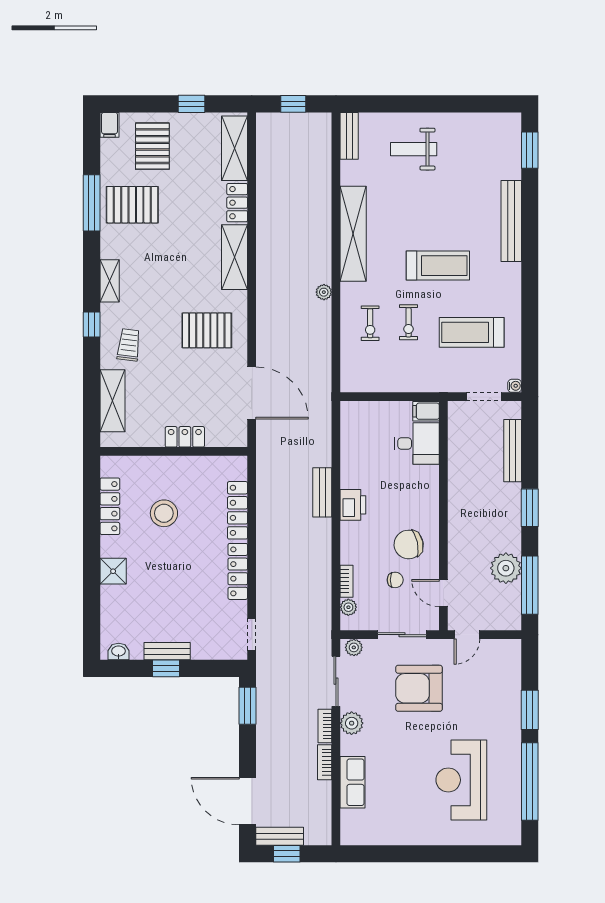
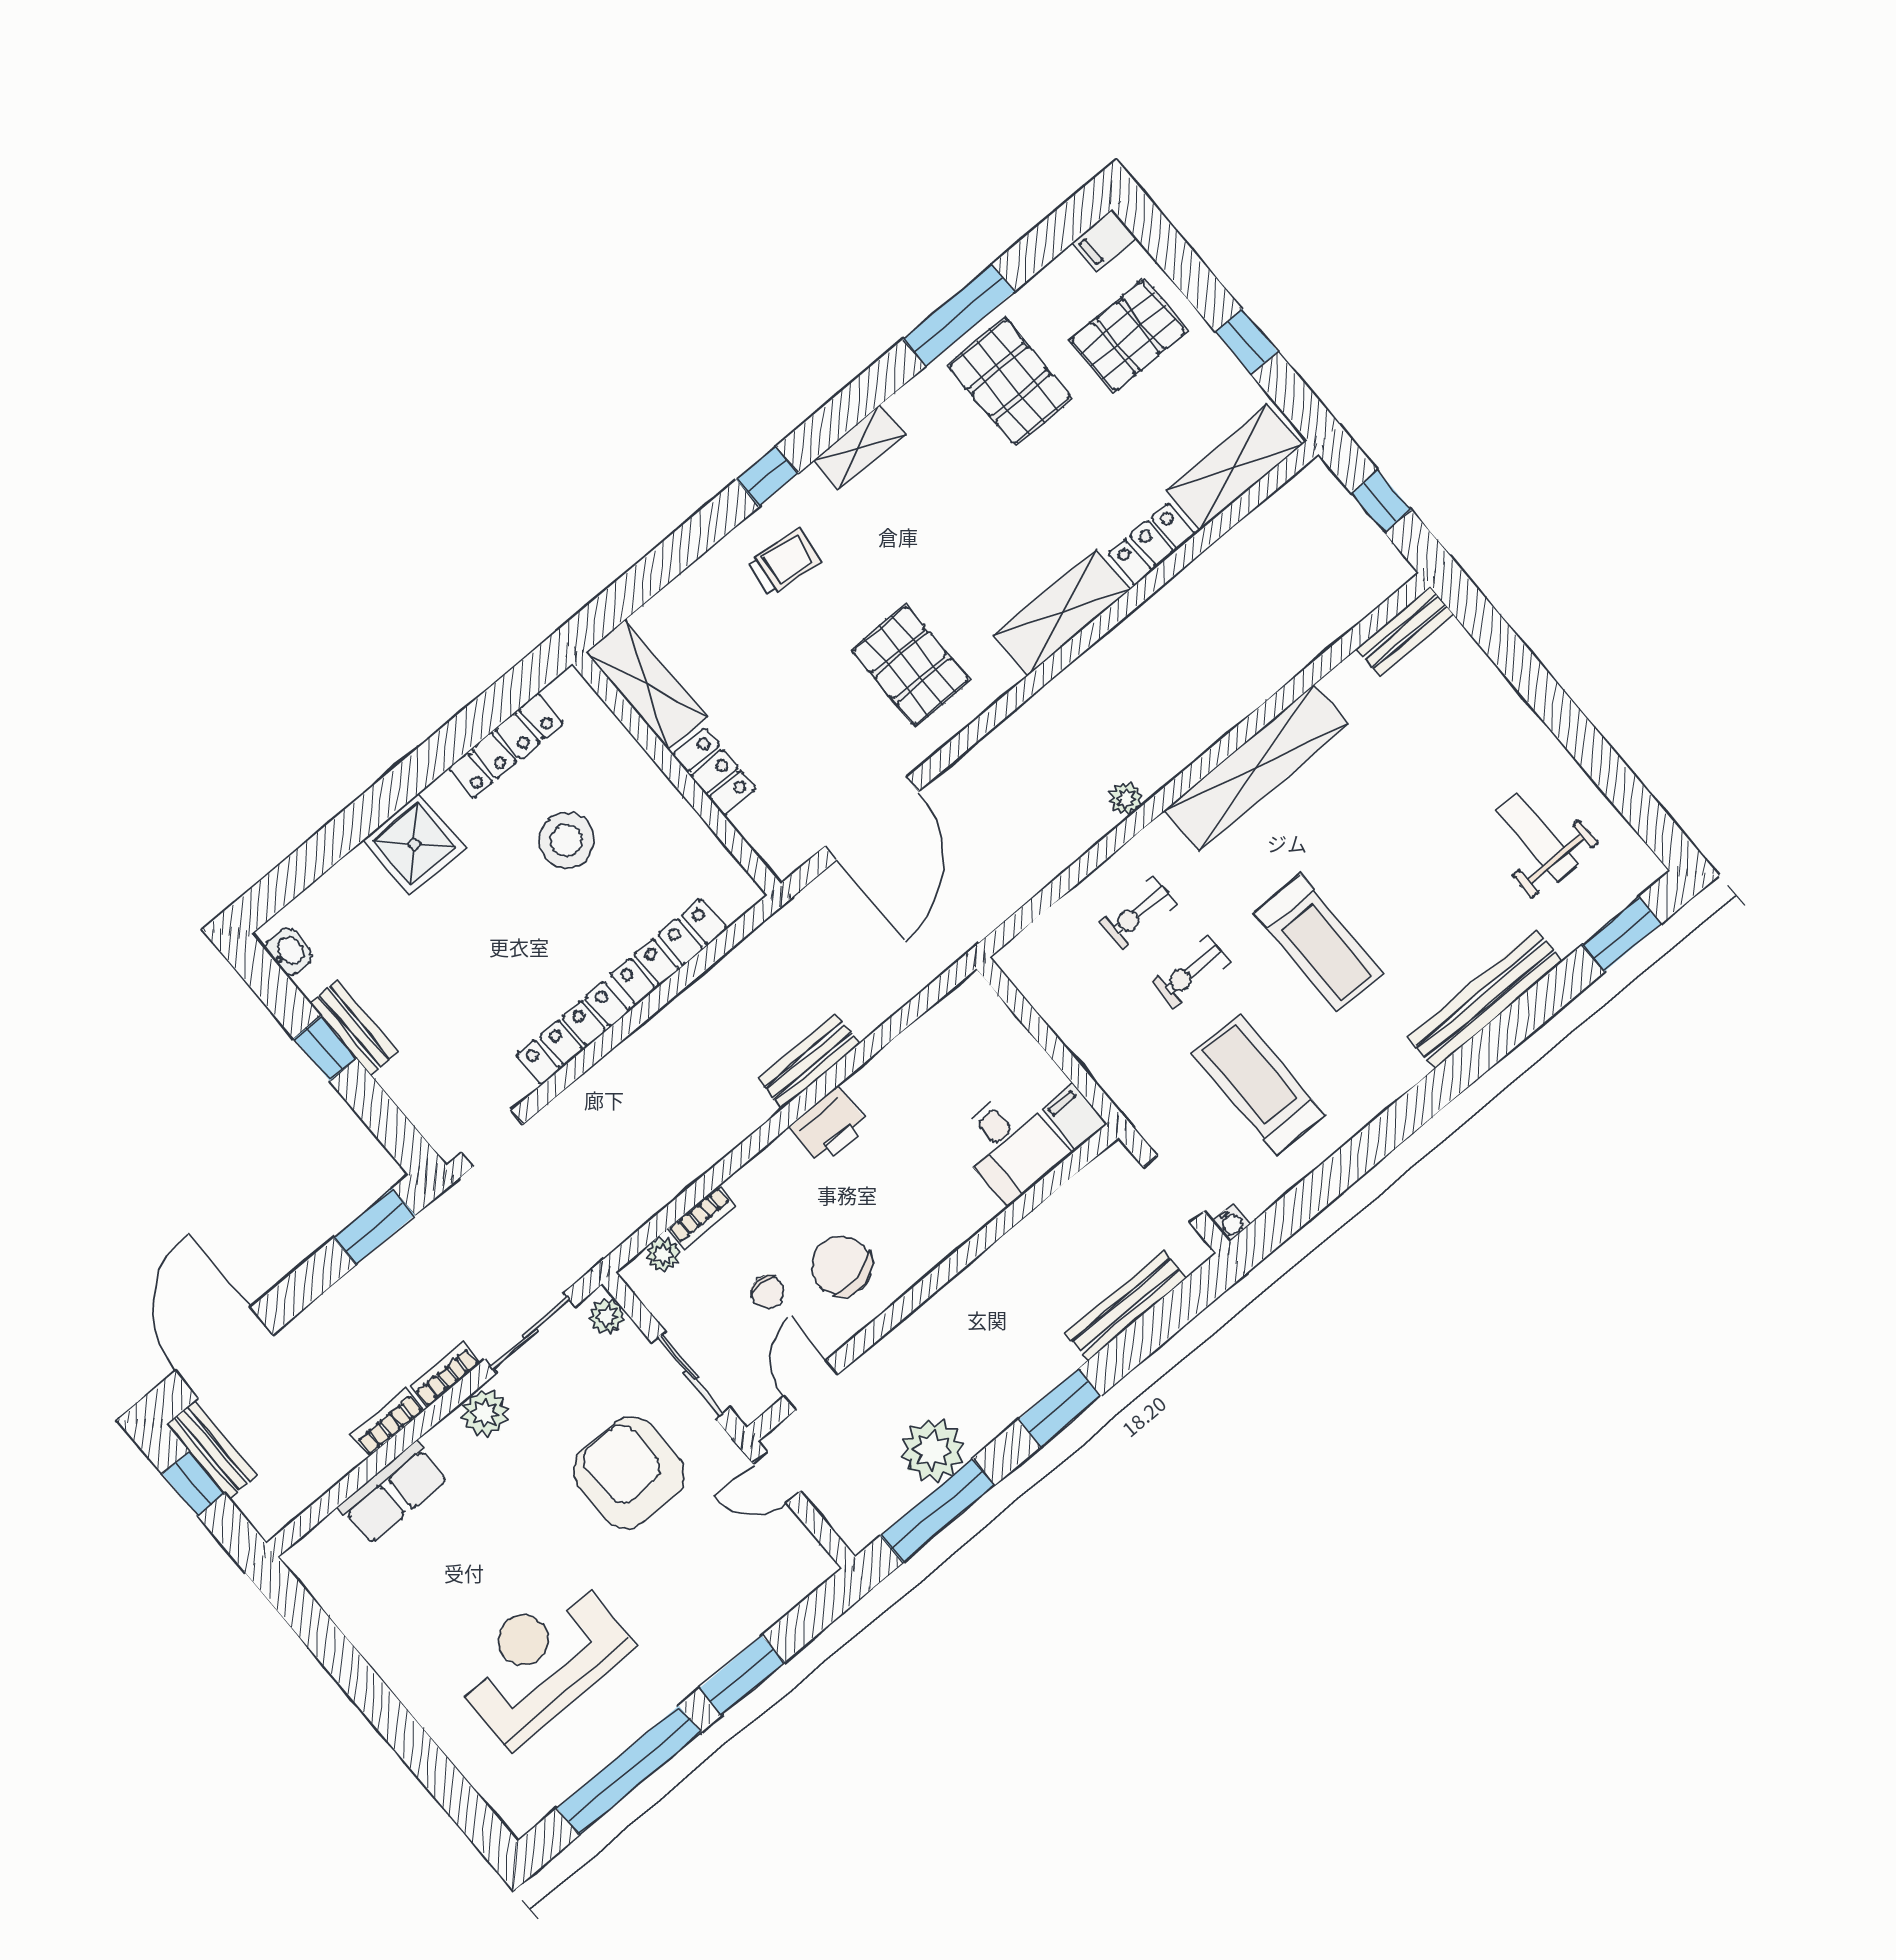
weight bench: (414, 149) -> (1537, 837), moved
shelving: (112, 401) -> (647, 685), moved, turned 90
shower: (113, 571) -> (414, 844), width x1.36, depth x1.36

